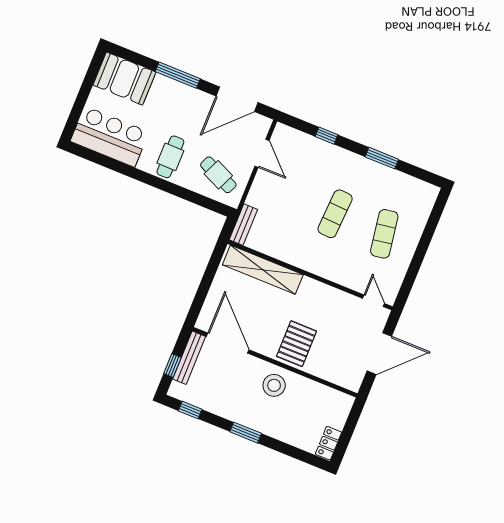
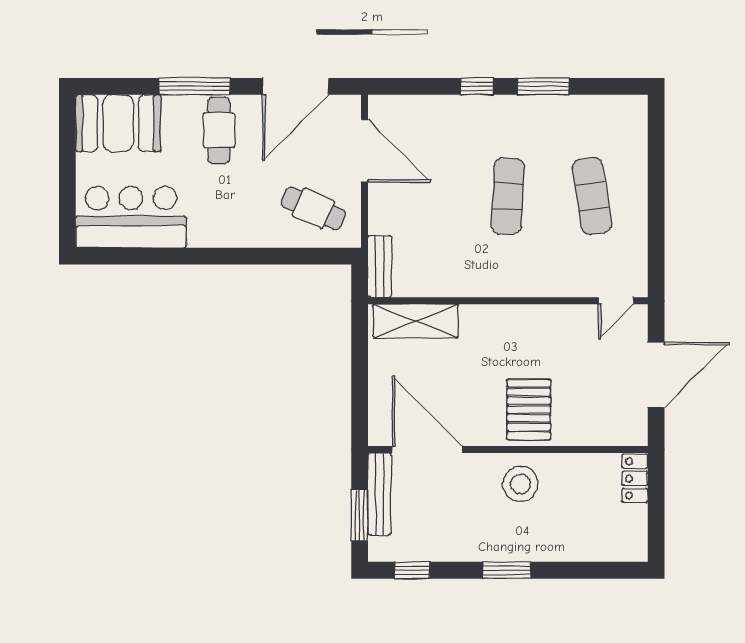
window: (327, 136) -> (477, 86), moved
door: (262, 153) -> (365, 151), width x1.36
cafe table: (170, 157) -> (219, 130), moved
shelving: (263, 270) -> (415, 321), width x0.68
door: (374, 301) -> (616, 301), swing flipped
window: (172, 366) -> (360, 515), width x1.50
locker: (329, 443) -> (635, 478), moved

